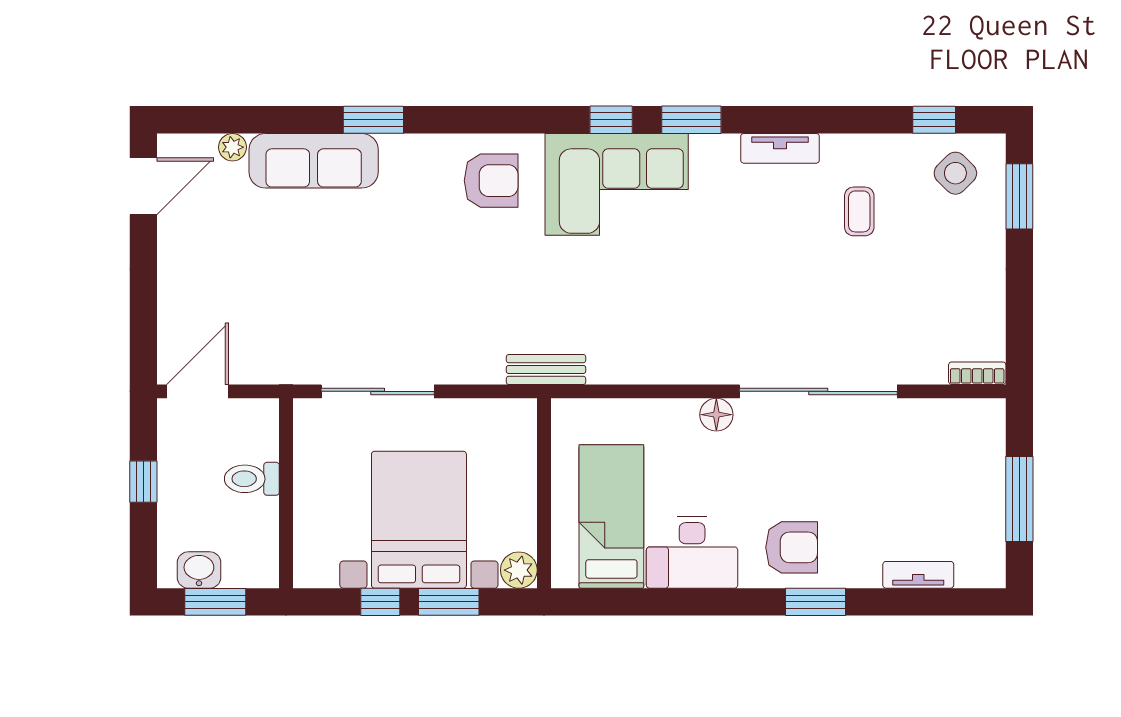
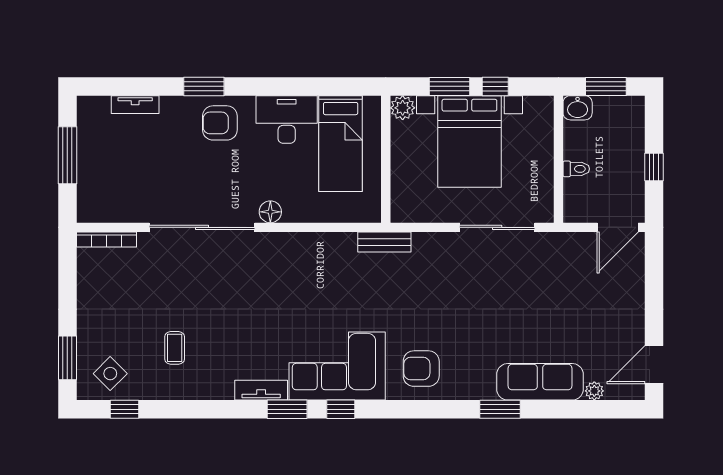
tv unit: (780, 148) -> (261, 390), moved
bookcase: (977, 373) -> (106, 240), width x1.56
toilet: (252, 479) -> (576, 169), width x0.73, depth x0.72
washbasin: (199, 570) -> (578, 108), moved

